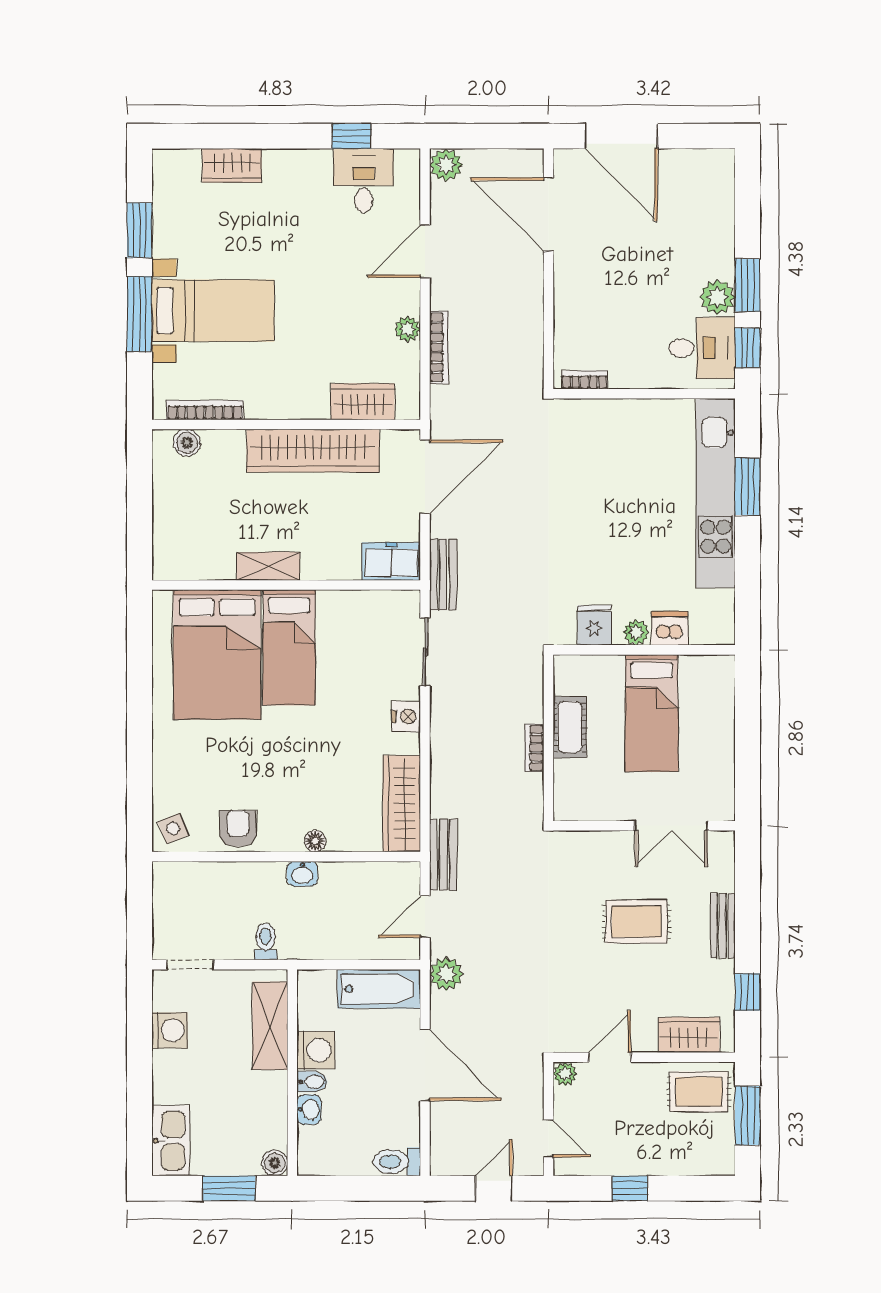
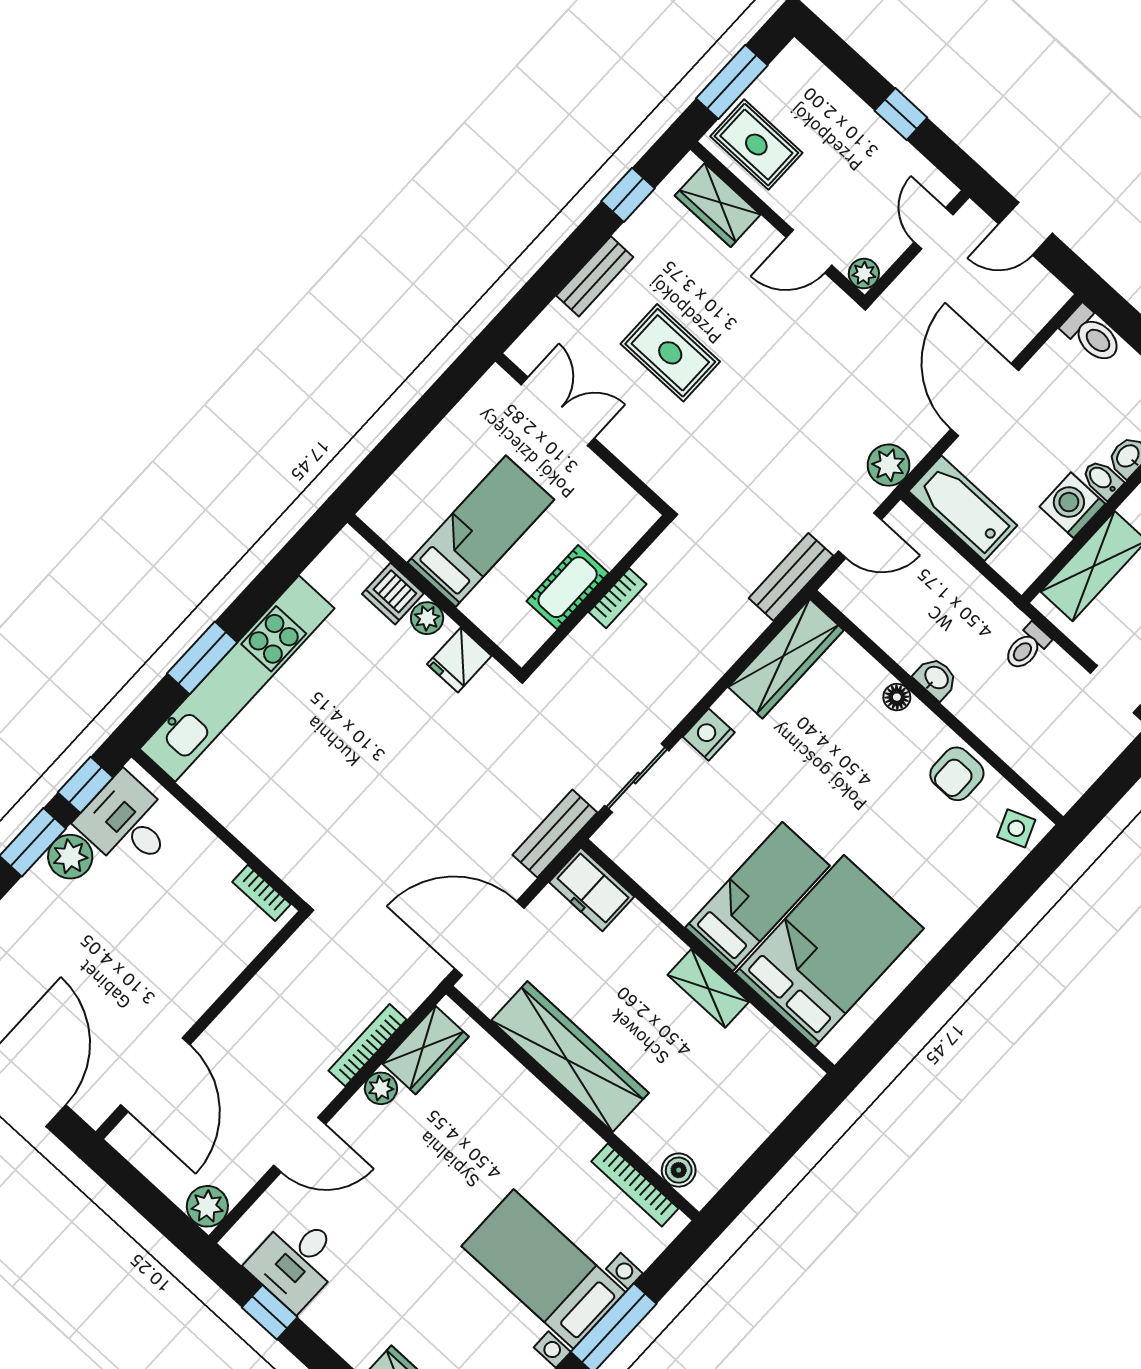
wardrobe: (363, 402) -> (425, 1050), moved, turned -90

